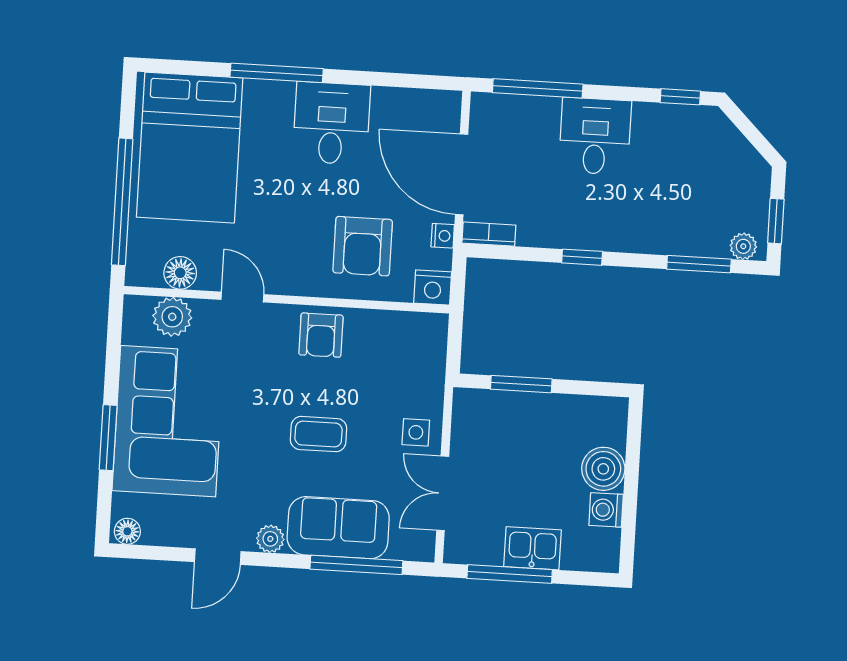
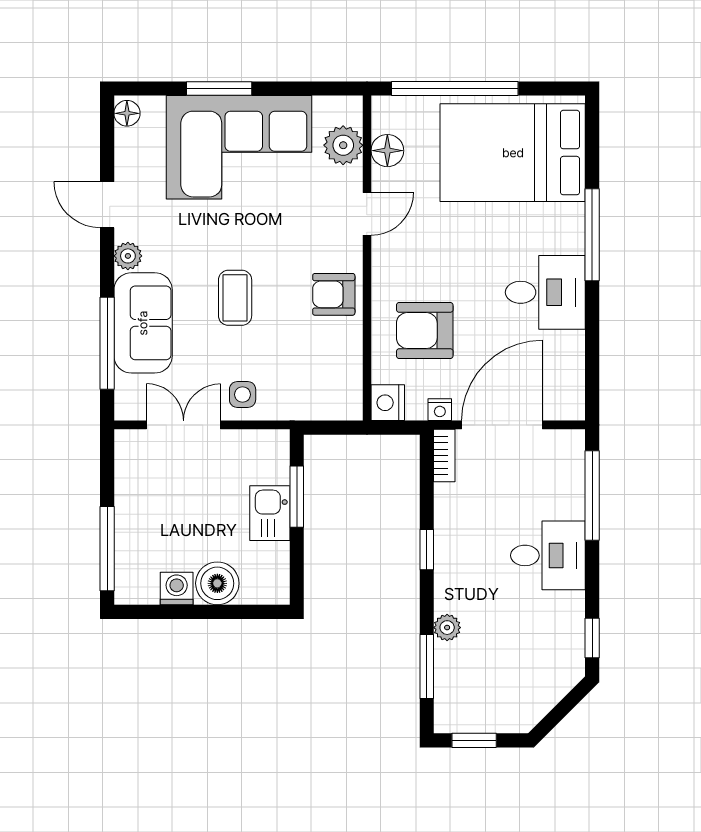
plant: (743, 246) -> (447, 628), moved
kitchen sink: (532, 548) -> (270, 513), moved, turned 180
window: (510, 574) -> (107, 549), moved

